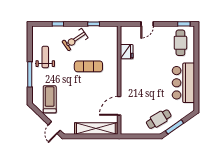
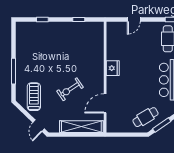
exercise bike: (75, 40) -> (70, 89), moved
fridge: (127, 52) -> (113, 68), moved
weight bench: (45, 57) -> (29, 53), removed
exercise mat: (88, 66) -> (74, 63), removed

